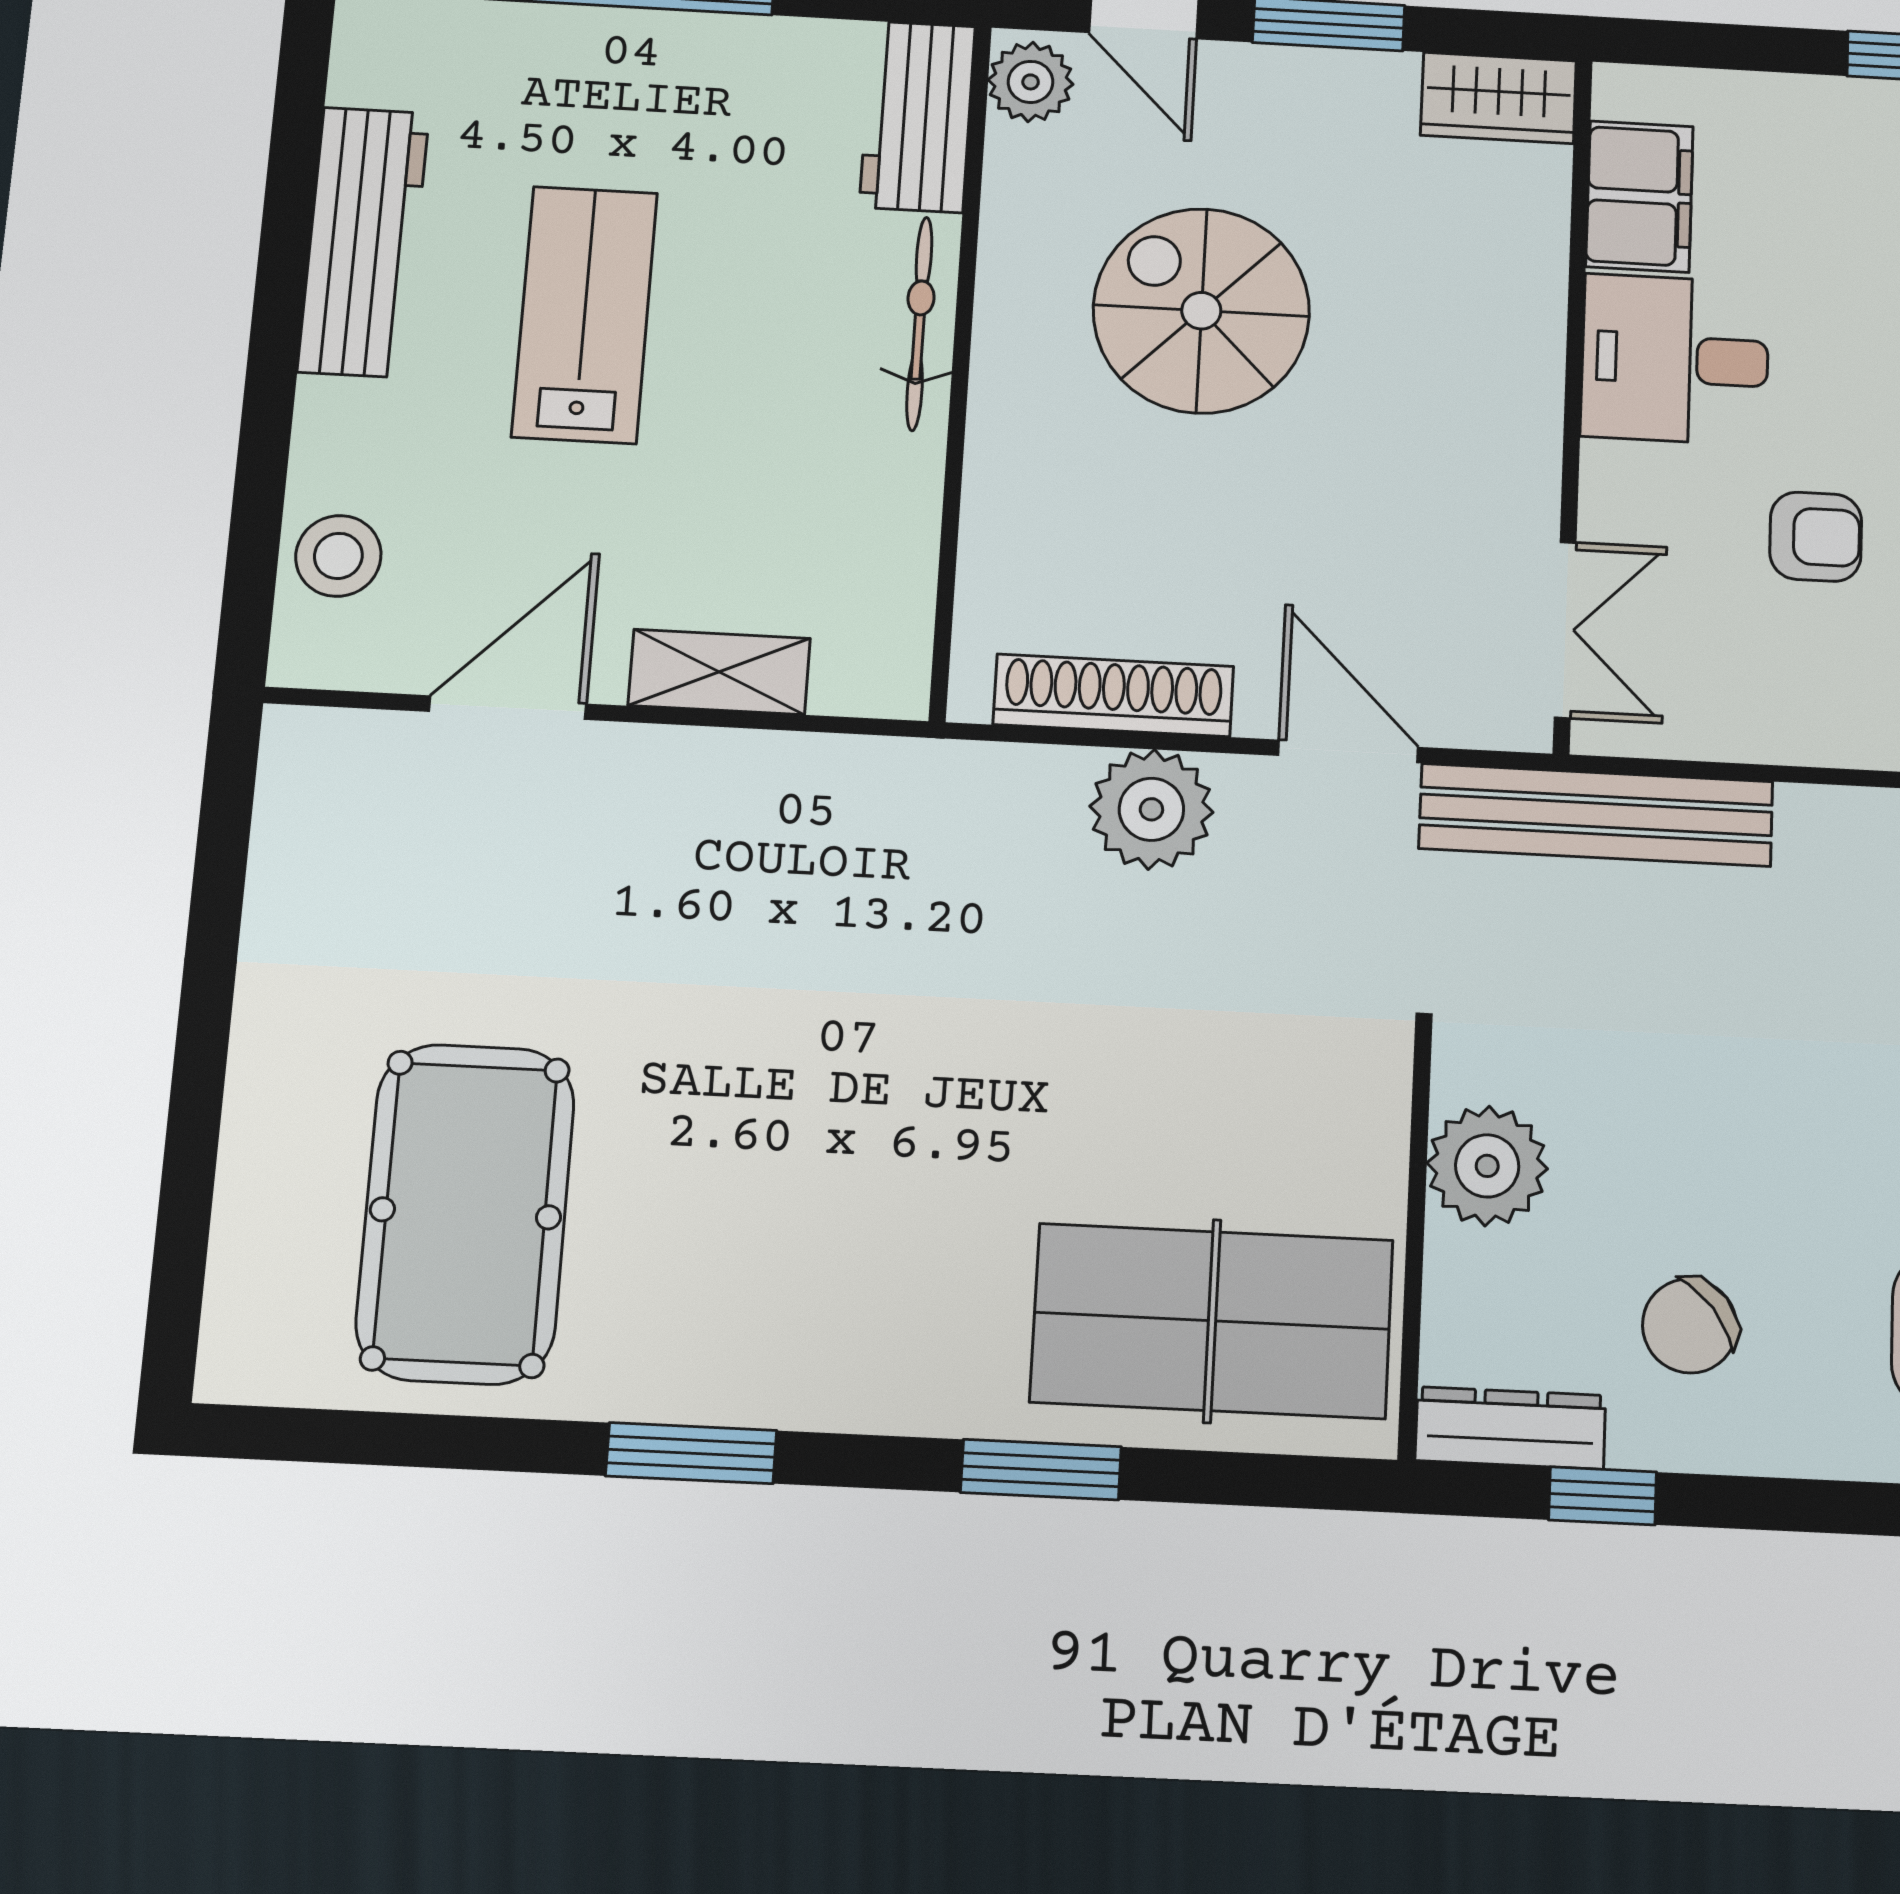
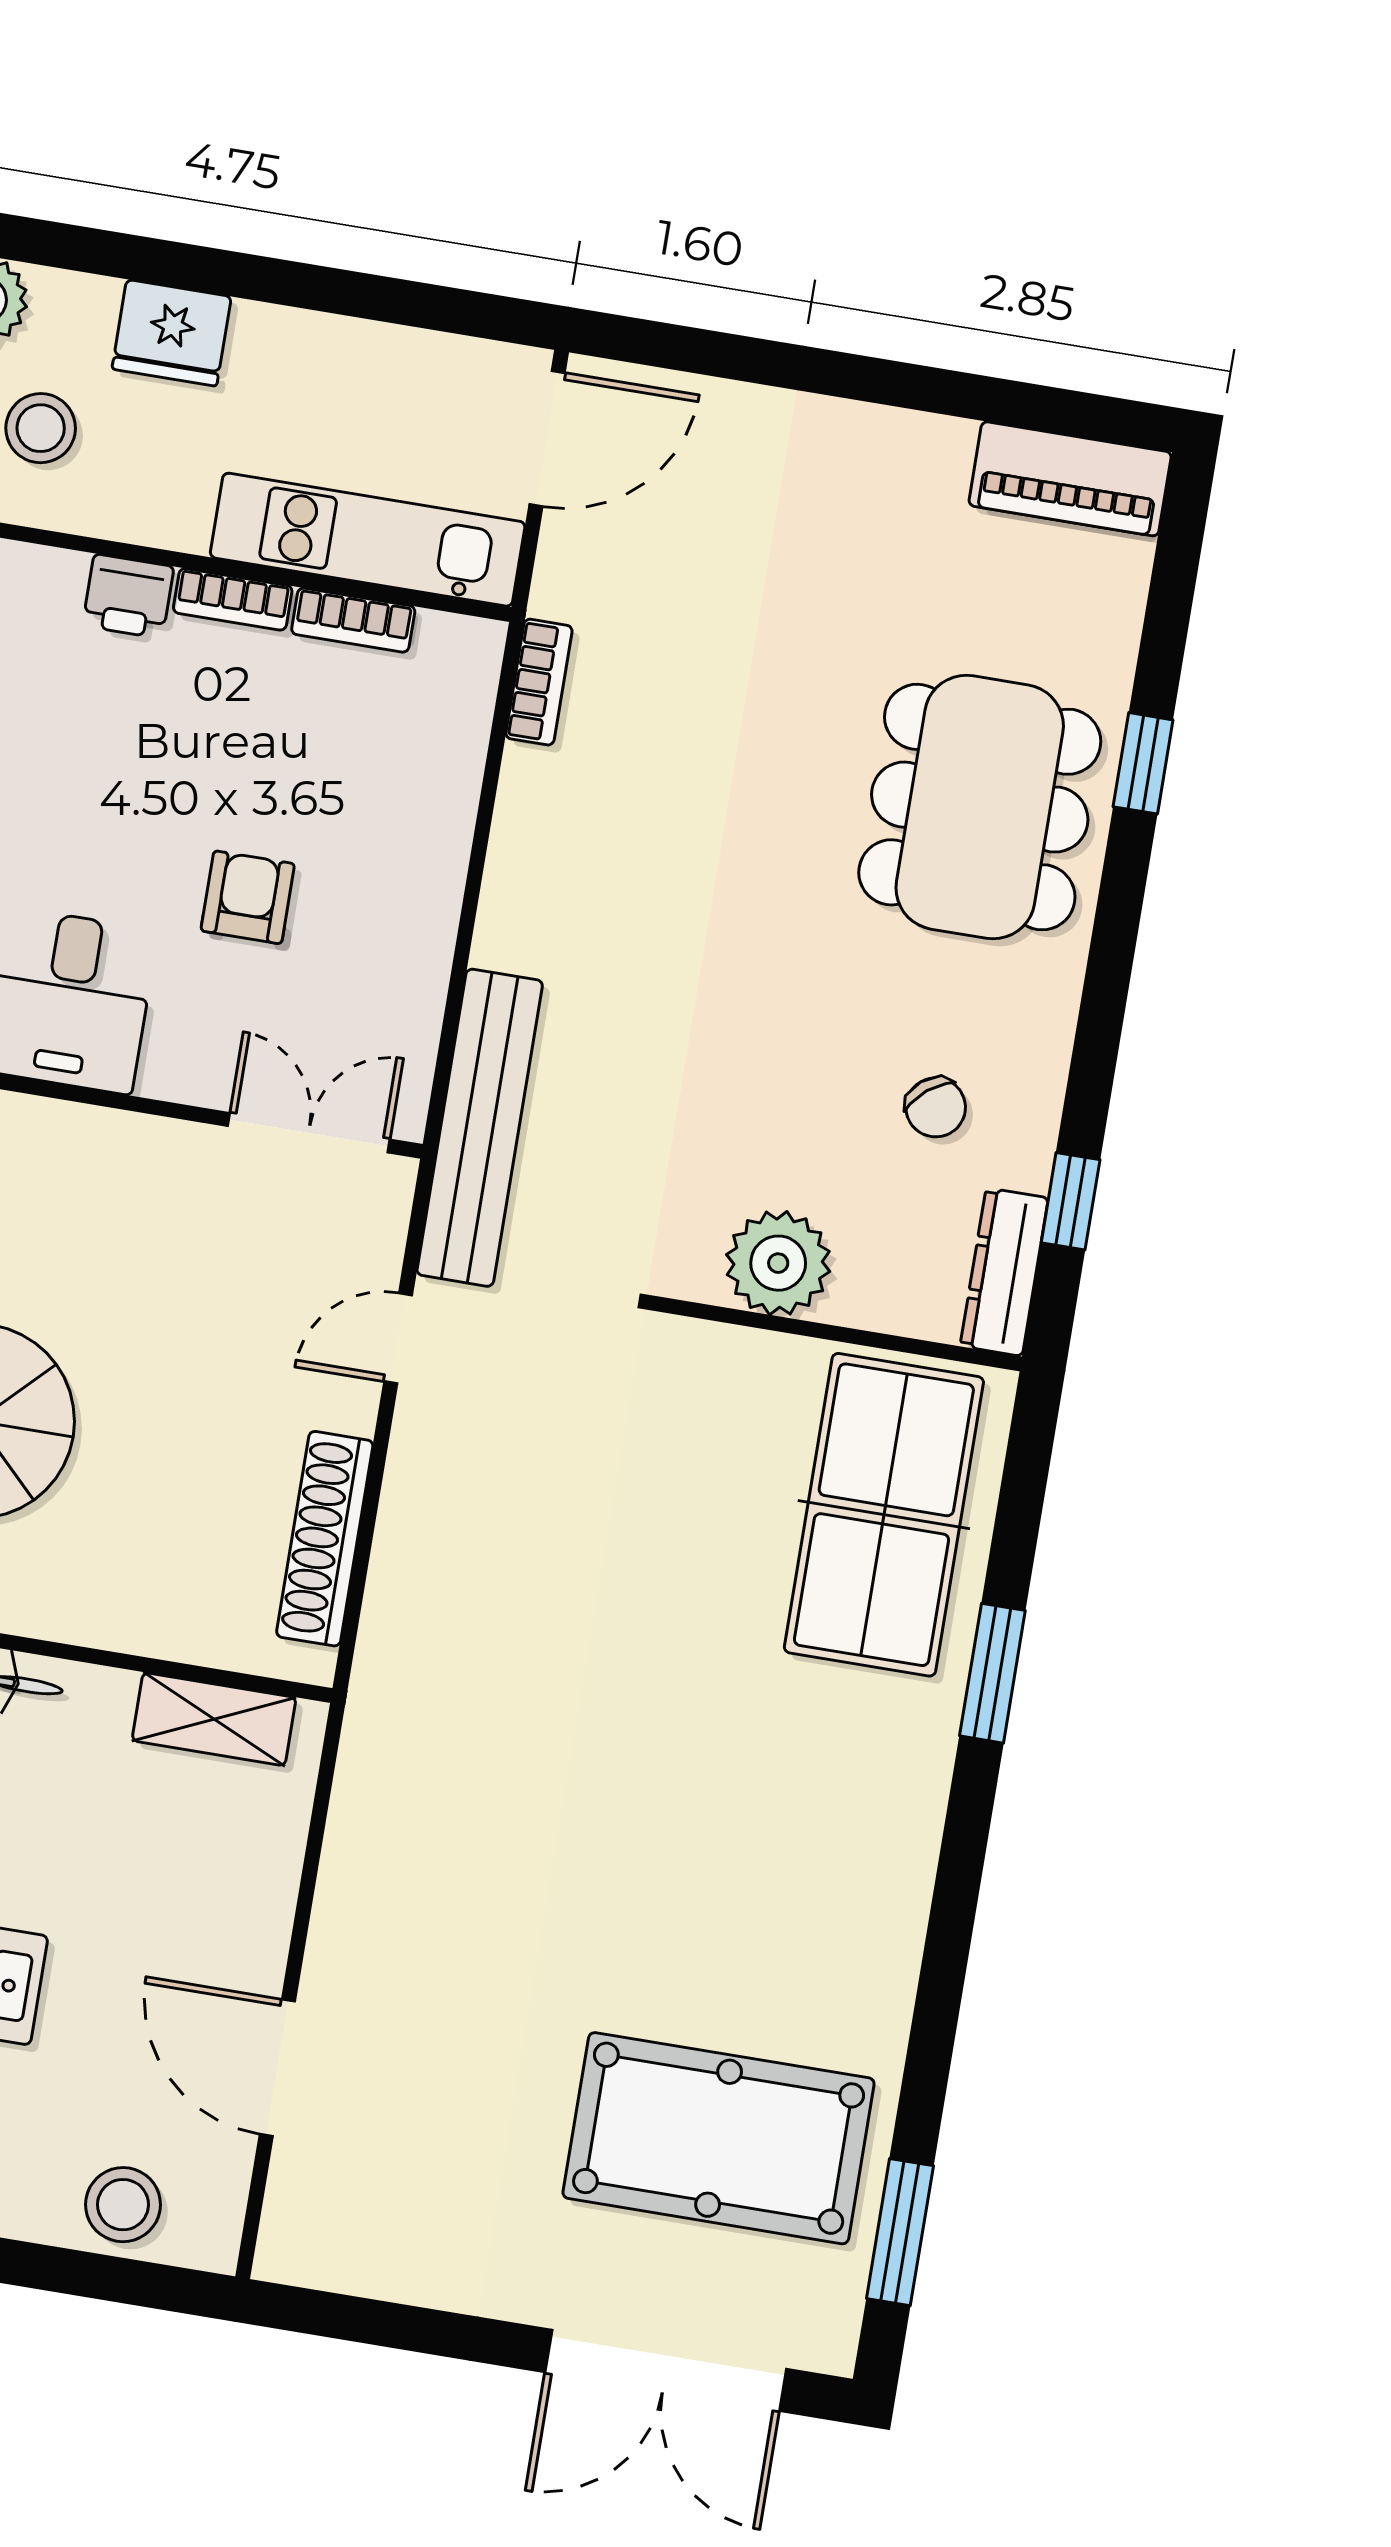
shelving: (719, 672) -> (214, 1719), moved, turned 90
door: (1348, 751) -> (398, 1338), width x0.73
plant: (1151, 809) -> (431, 1517), removed
double door: (187, 1183) -> (666, 2370), added
chair: (1690, 1326) -> (936, 1107), width x0.73, depth x0.73
window: (691, 1453) -> (900, 2232), moved

